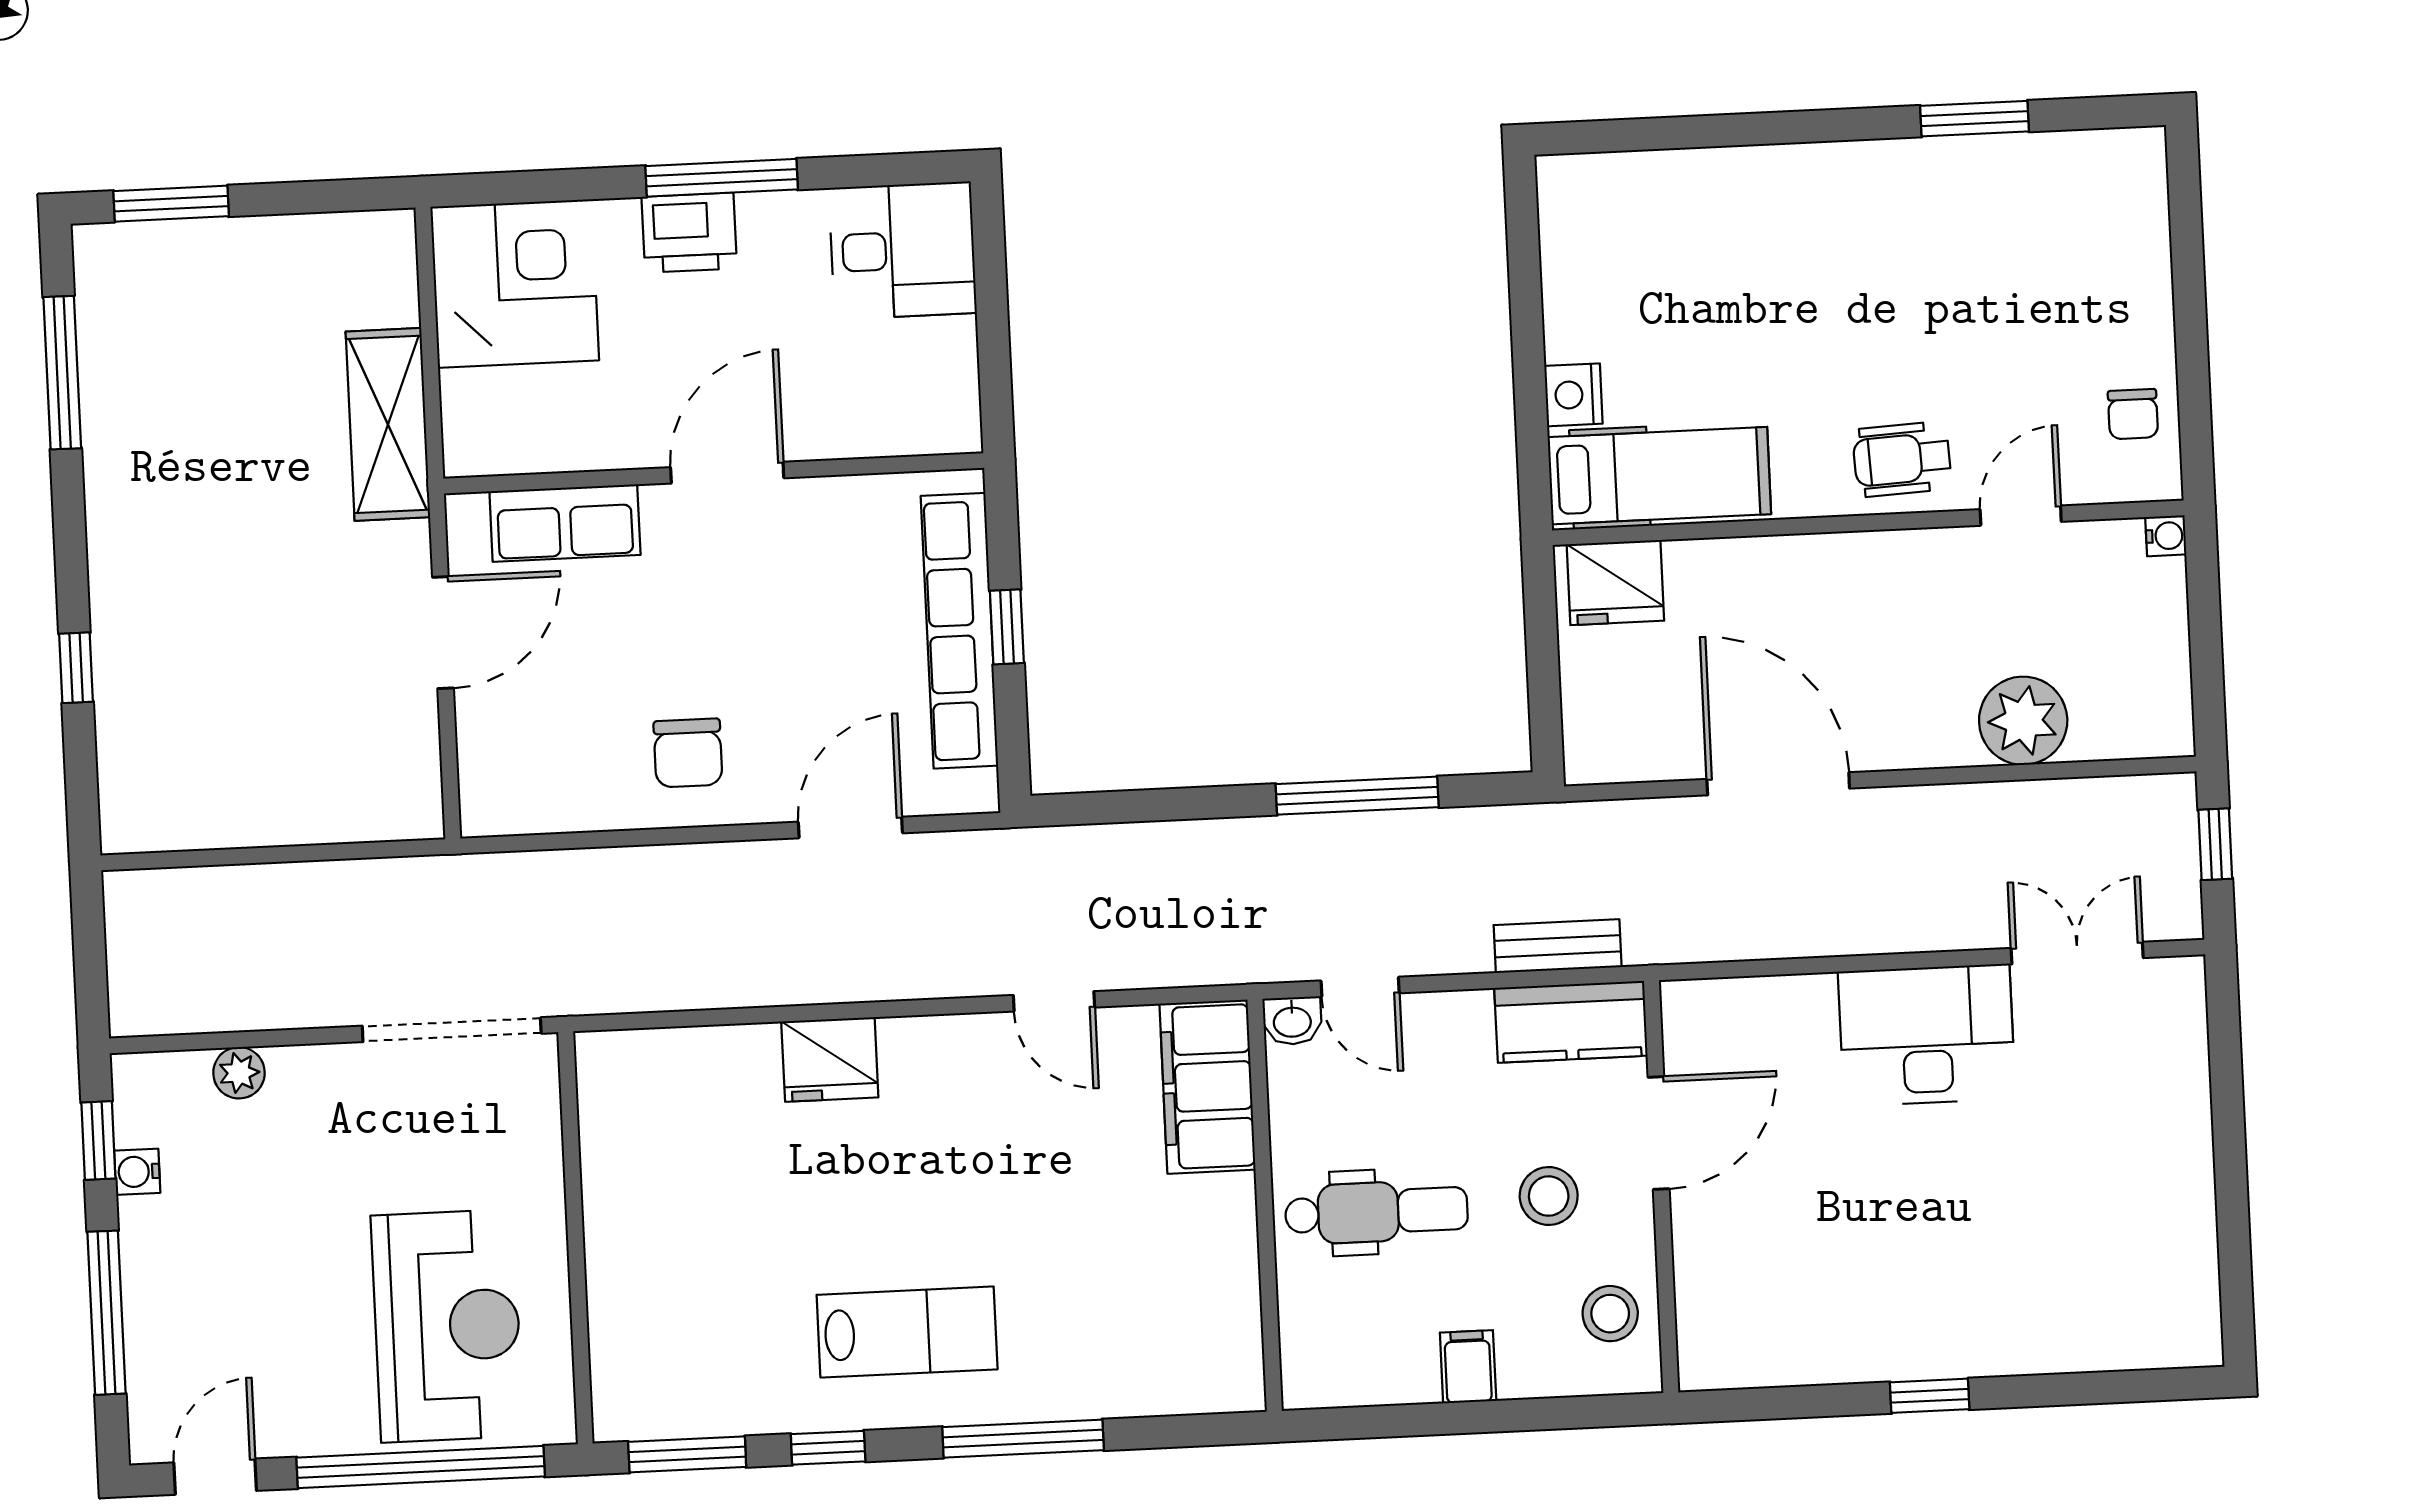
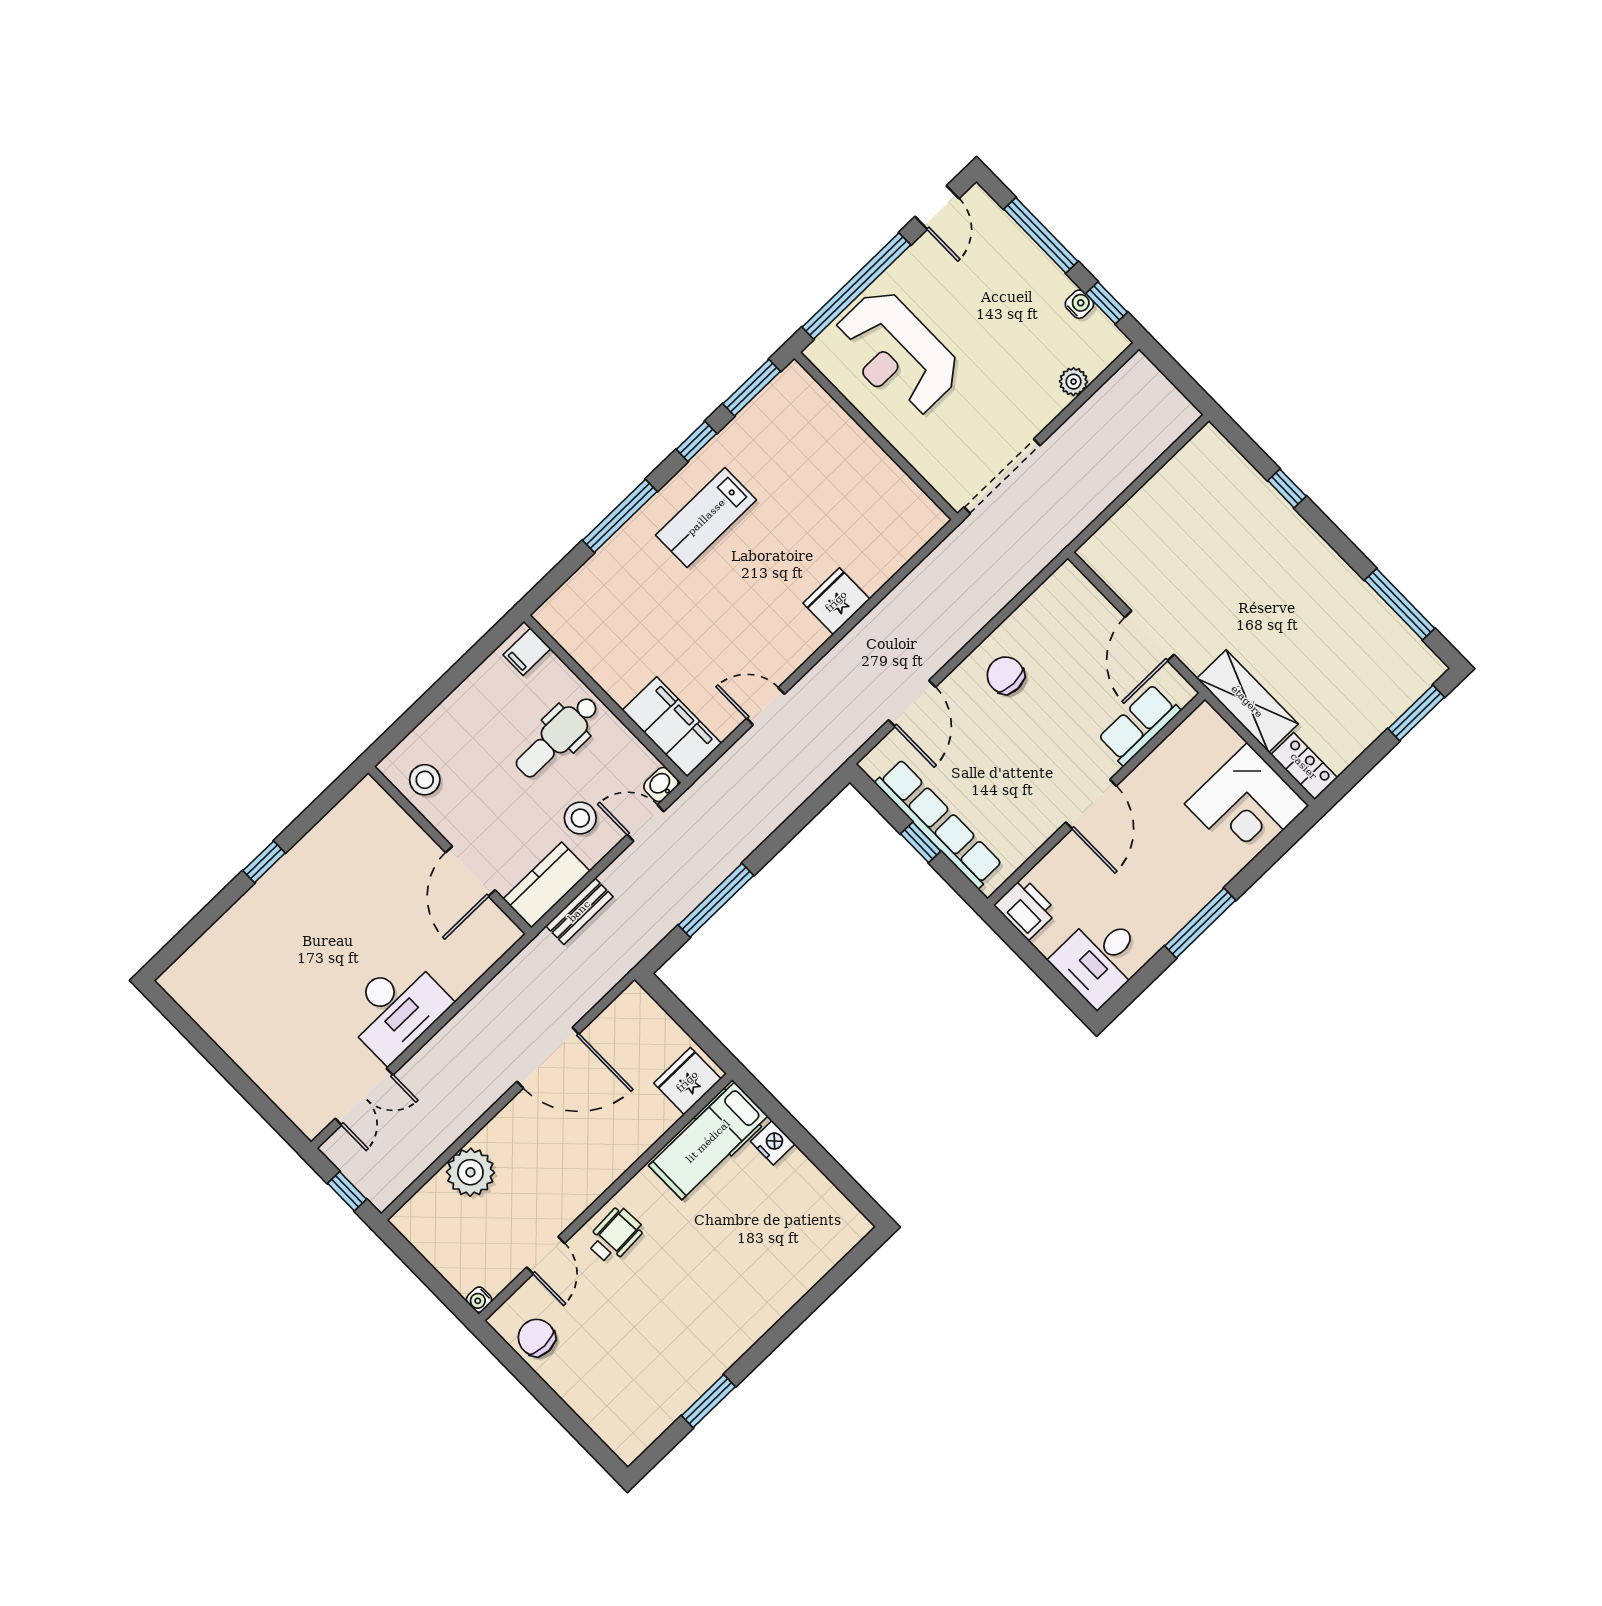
printer: (689, 233) -> (1026, 909), moved, turned 90
locker: (389, 267) -> (1304, 766), added
chair: (2133, 414) -> (537, 1338), width x1.37, depth x1.37
stool: (1549, 1196) -> (580, 818), moved
filing cabinet: (1468, 1367) -> (527, 652), moved, turned 90

